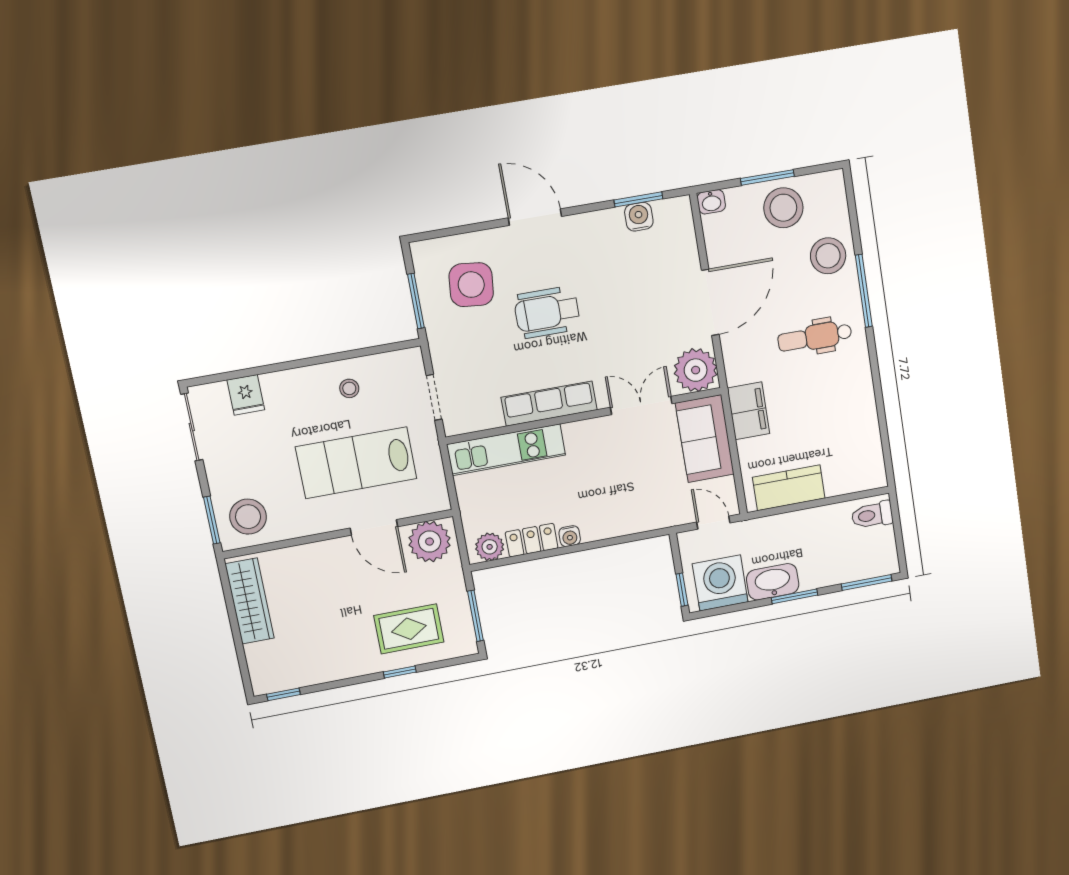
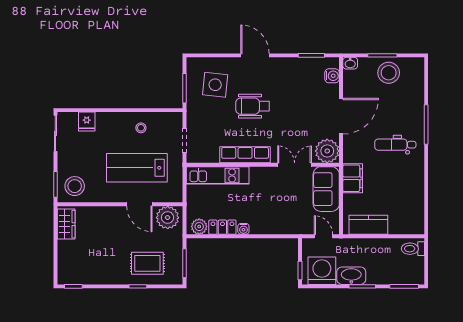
water cooler: (639, 217) -> (332, 76), moved, turned 90
stool: (828, 256) -> (409, 102), removed
wardrobe: (250, 601) -> (66, 224), width x0.67

